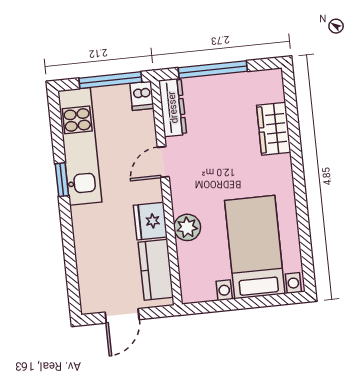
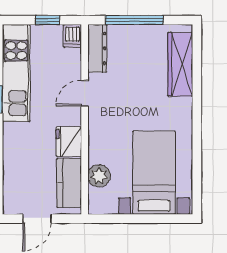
window: (110, 80) -> (47, 20), width x0.46
wardrobe: (274, 129) -> (180, 64), width x1.50
plant: (187, 227) -> (99, 176), moved

